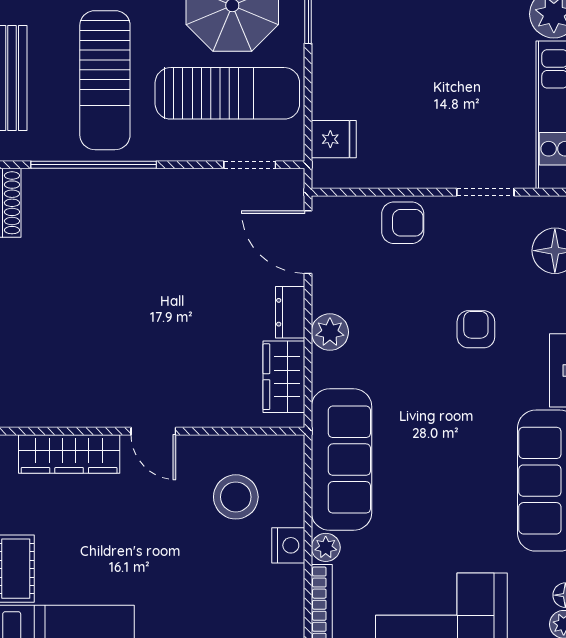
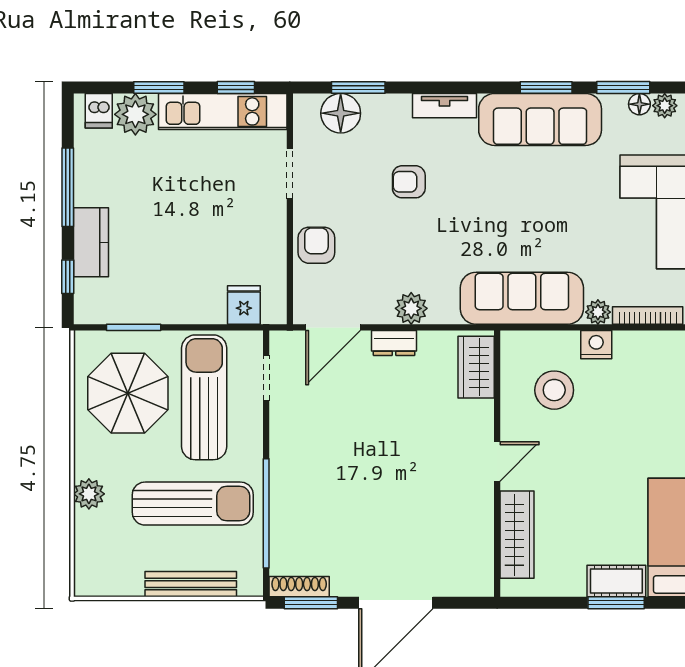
wardrobe: (284, 377) -> (476, 367), moved, turned 90

